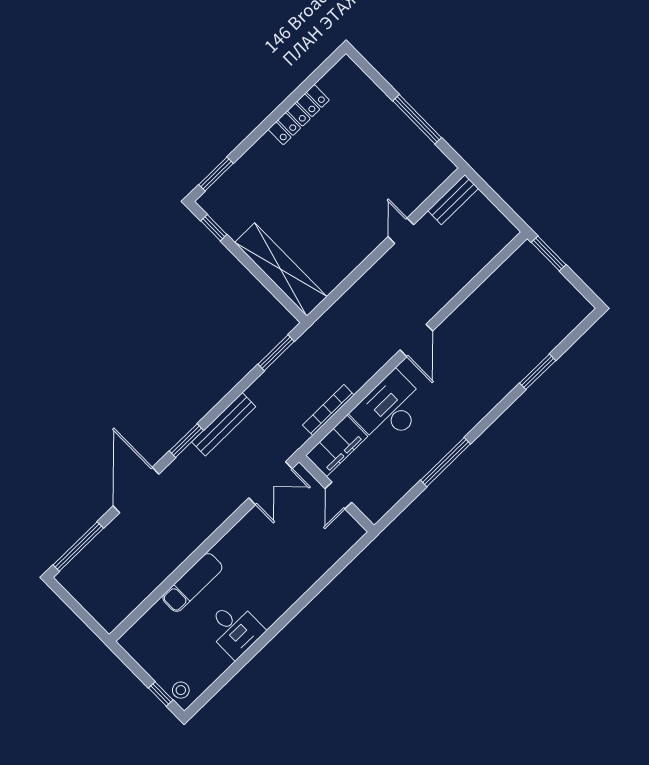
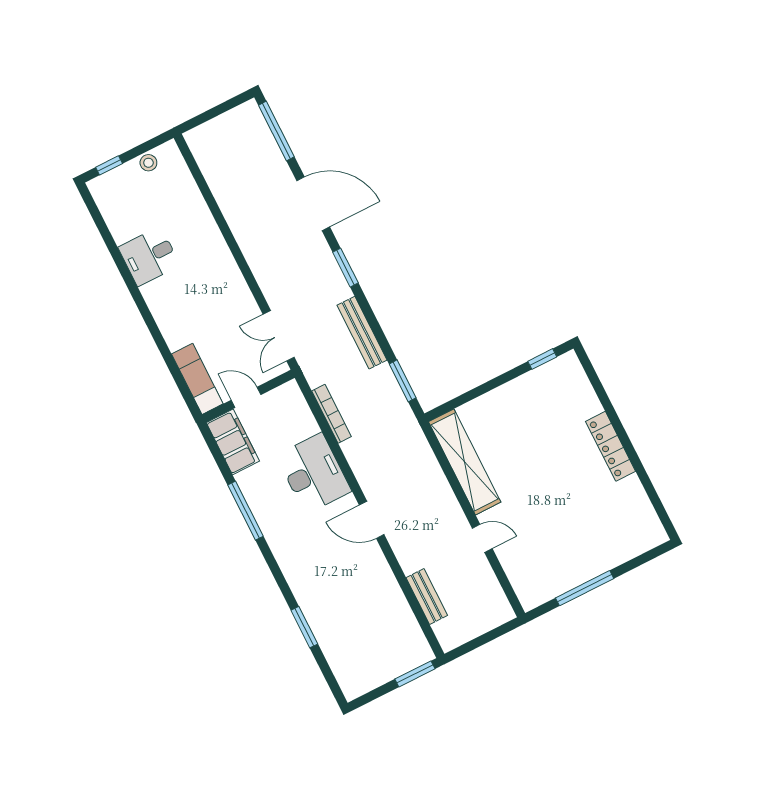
locker: (299, 115) -> (611, 446), moved
window: (216, 174) -> (593, 378), removed
bench: (453, 200) -> (427, 597), moved
shelving: (281, 270) -> (465, 462), moved, turned 90
bench: (224, 424) -> (362, 333), moved
filing cabinet: (337, 446) -> (233, 442), moved, turned 180
exam couch: (192, 583) -> (197, 379), moved, turned 180
stool: (181, 690) -> (148, 163), moved

